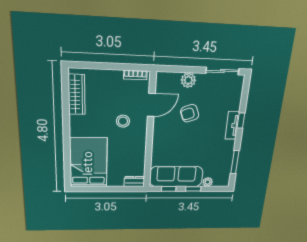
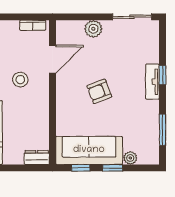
armchair: (190, 113) -> (99, 91), moved

